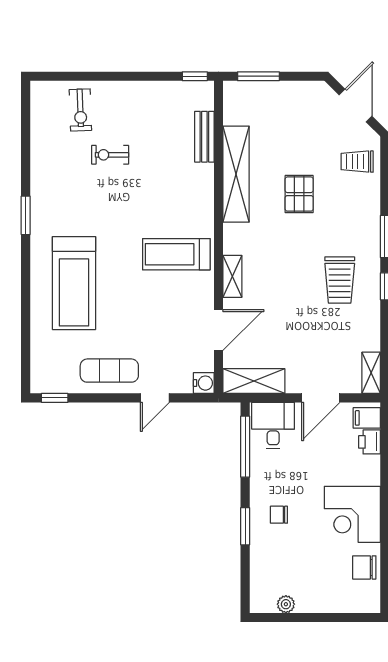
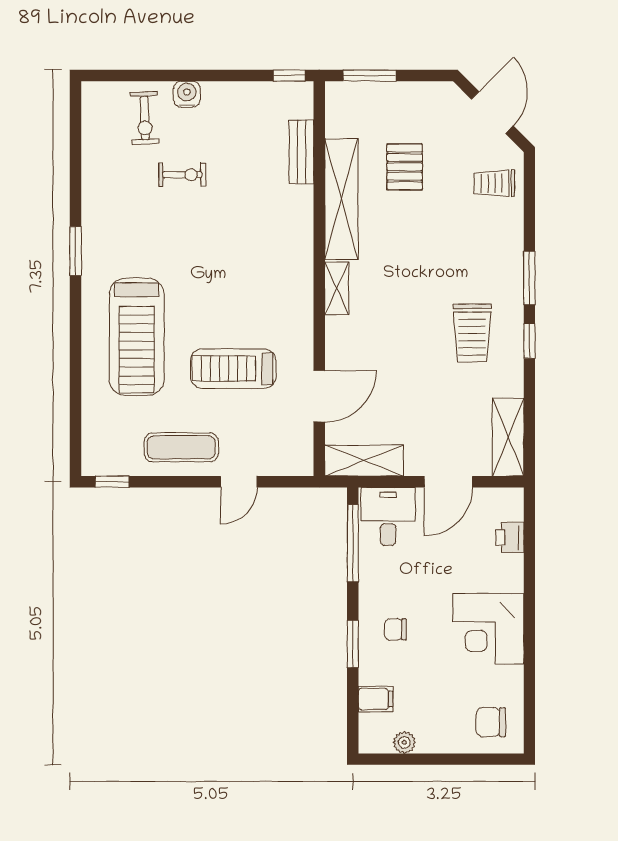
exercise bike: (110, 155) -> (182, 175), turned 180
pallet: (299, 194) -> (405, 167), moved
treadmill: (176, 254) -> (233, 369), moved
shelving: (232, 276) -> (337, 289), moved
shelving: (371, 373) -> (508, 437), width x1.50, depth x1.33
water cooler: (204, 383) -> (187, 94), moved, turned -90
filing cabinet: (367, 418) -> (376, 699), moved, turned 180
chair: (364, 567) -> (491, 722), moved

